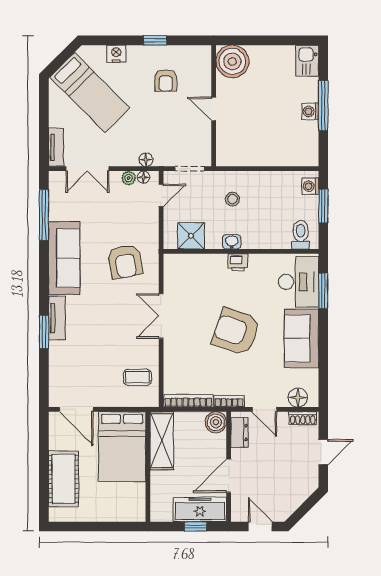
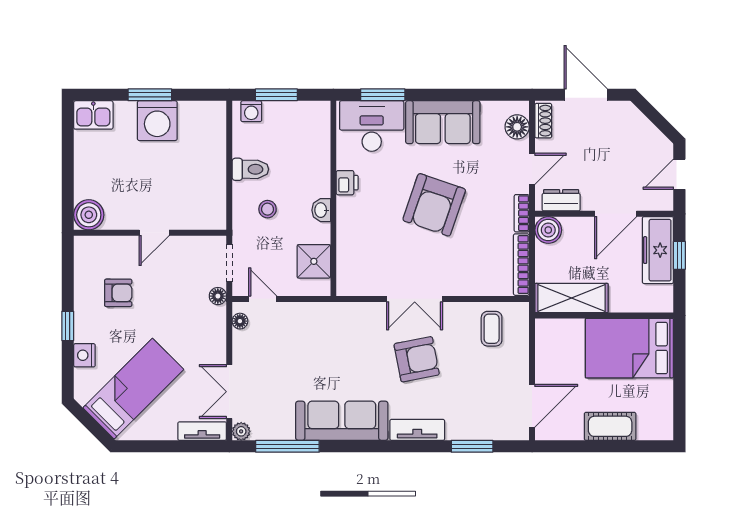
window: (155, 40) -> (68, 326), moved
boiler: (232, 61) -> (89, 215), width x0.73, depth x0.73
window: (323, 106) -> (150, 95), width x0.69
washing machine: (310, 111) -> (157, 121), width x1.89, depth x1.89
floor lamp: (146, 160) -> (218, 296), moved
double door: (87, 169) -> (229, 392), swing flipped
plant: (129, 178) -> (241, 431), moved
toilet: (301, 235) -> (250, 169), moved, turned 180
armchair: (125, 261) -> (417, 359), moved
printer: (238, 262) -> (347, 183), moved
window: (44, 332) -> (472, 446), moved
bed: (122, 447) -> (629, 348), moved, turned 180
door: (323, 452) -> (586, 95), width x1.38
door: (229, 476) -> (616, 214), hinge flipped
cot: (64, 479) -> (610, 426), width x0.73, depth x0.75

